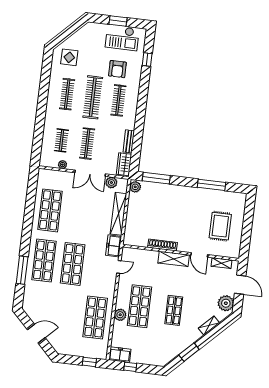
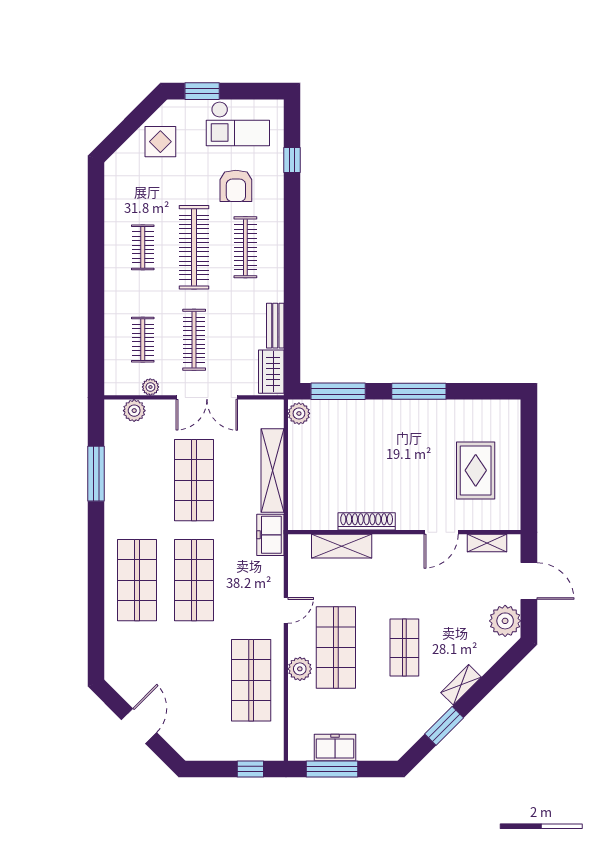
window: (118, 21) -> (202, 91), moved
display table: (69, 57) -> (160, 142), moved
clothes rail: (67, 94) -> (143, 247), width x0.73
plant: (111, 182) -> (134, 411), moved
window: (211, 185) -> (419, 391), moved
shop shelf: (50, 210) -> (194, 480), moved
door: (199, 255) -> (441, 532), hinge flipped
shelving: (174, 259) -> (342, 546), moved
door: (119, 267) -> (286, 610), moved
window: (22, 270) -> (96, 474), moved
shelving: (209, 325) -> (461, 685), moved
door: (36, 334) -> (139, 726), hinge flipped
freezer: (120, 355) -> (335, 747), moved
window: (130, 367) -> (332, 769), width x2.17

